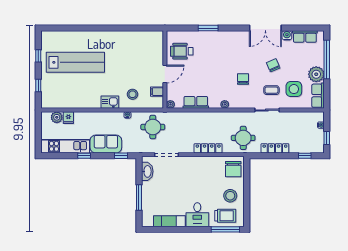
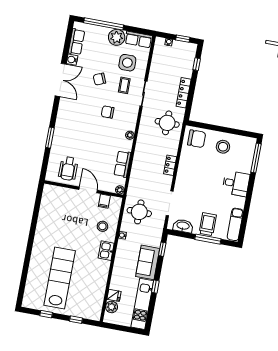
locker: (208, 148) -> (170, 165), width x0.66
trolley: (225, 216) -> (208, 224), moved
exam couch: (169, 221) -> (235, 224), moved

